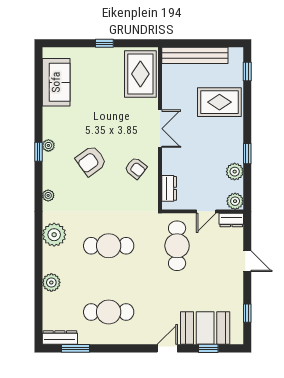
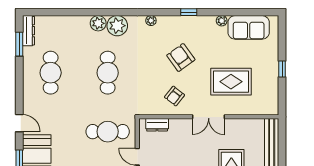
rug: (140, 74) -> (231, 82), moved
plant: (48, 145) -> (222, 21), moved
plant: (51, 282) -> (98, 23), moved

